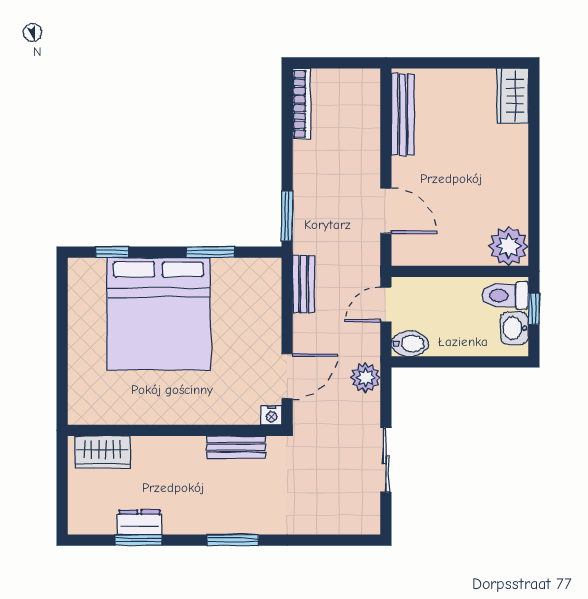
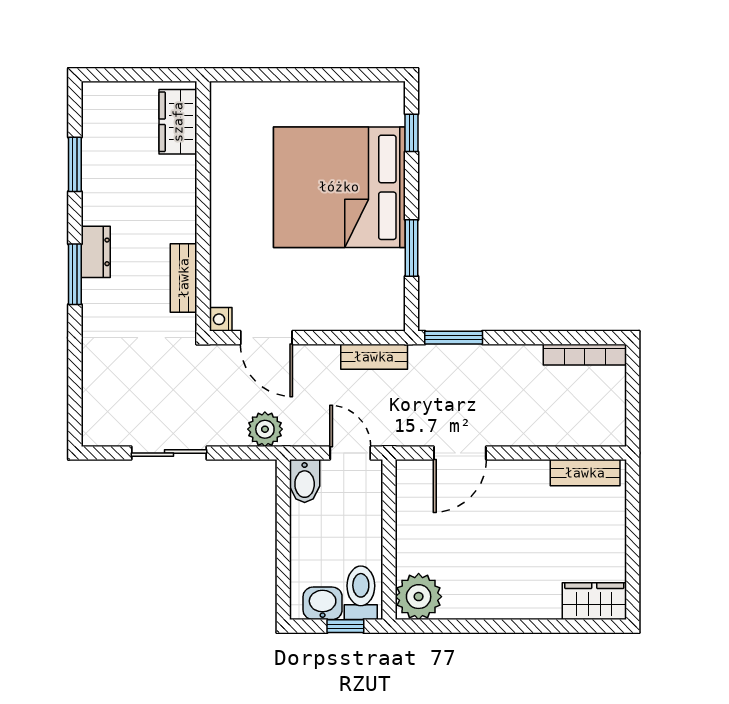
bench: (403, 114) -> (585, 473), width x0.73
dresser: (139, 522) -> (96, 252), moved

